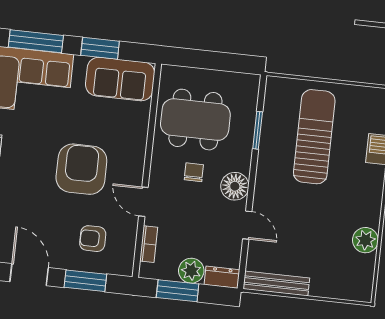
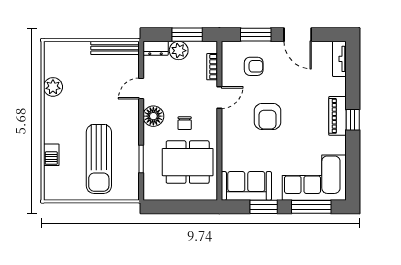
armchair: (81, 169) -> (268, 116), width x0.73, depth x0.73
door: (143, 202) -> (219, 97), hinge flipped
door: (247, 225) -> (141, 89), hinge flipped

